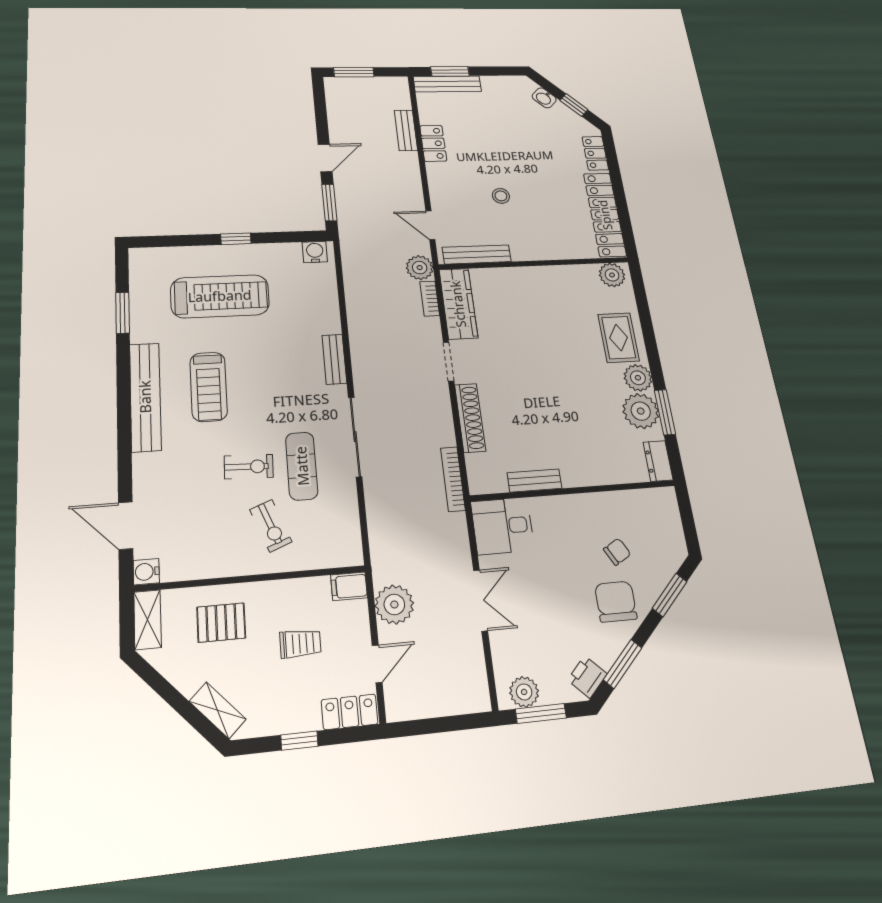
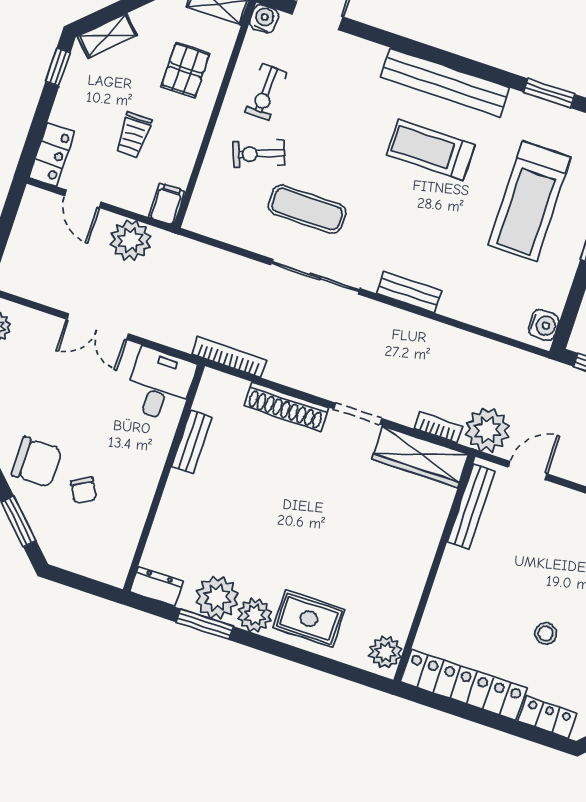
stool: (501, 196) -> (546, 633), moved
plant: (420, 268) -> (487, 430), width x1.36, depth x1.36
exercise bike: (249, 467) -> (266, 92), moved
window: (299, 741) -> (58, 67), moved

